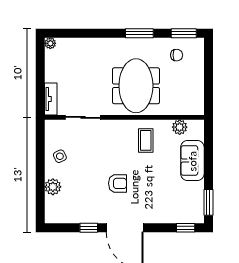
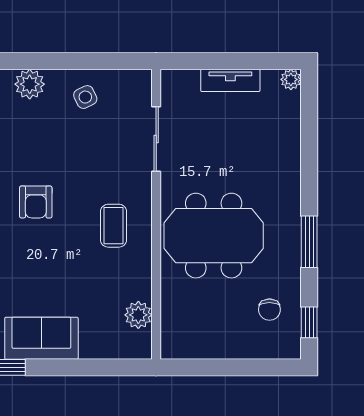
window: (184, 33) -> (309, 322), width x0.67
tv unit: (51, 99) -> (230, 80), moved
coffee table: (146, 140) -> (114, 226), moved, turned 90
sofa: (192, 161) -> (41, 338), moved

